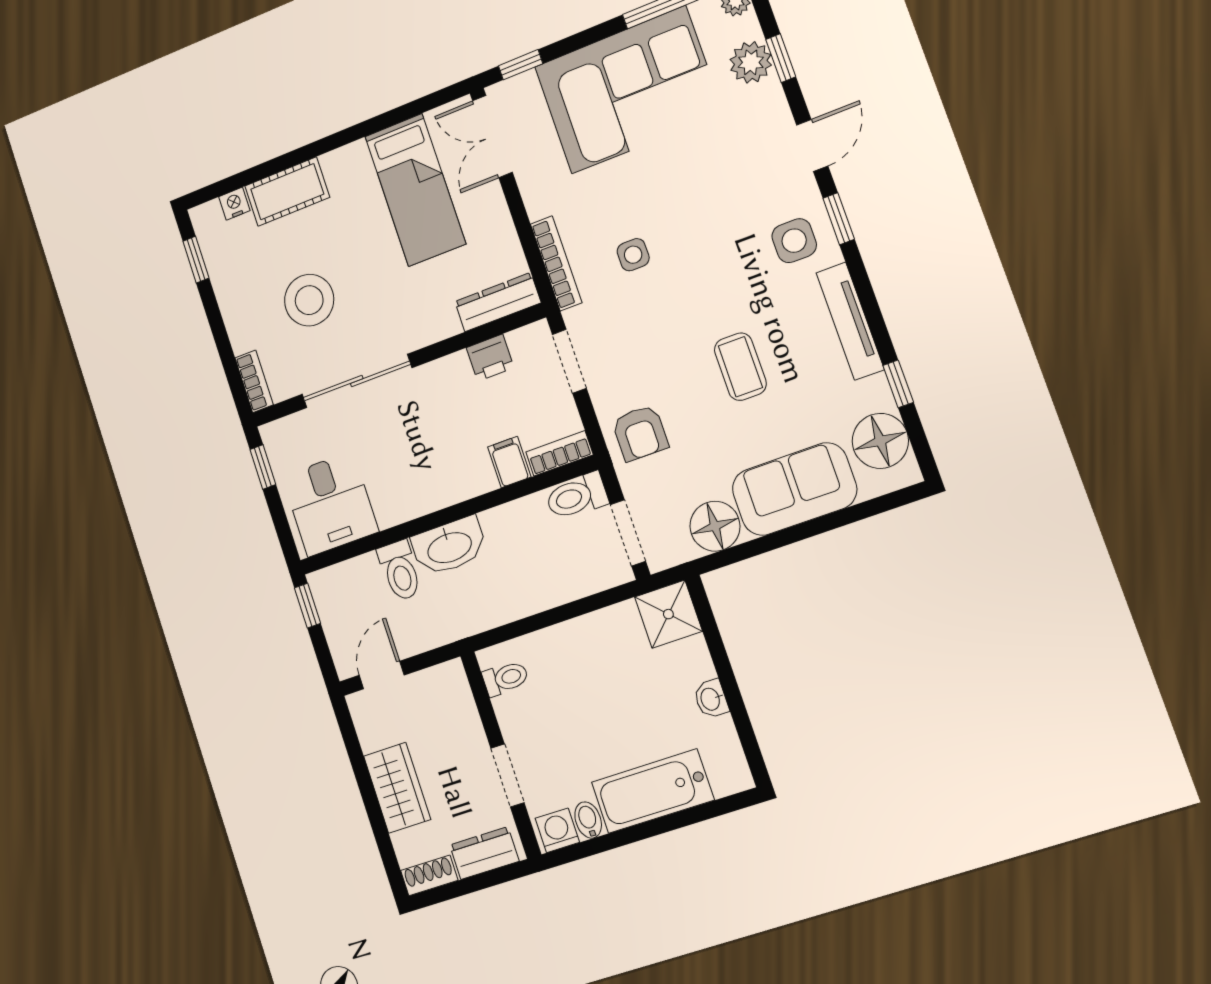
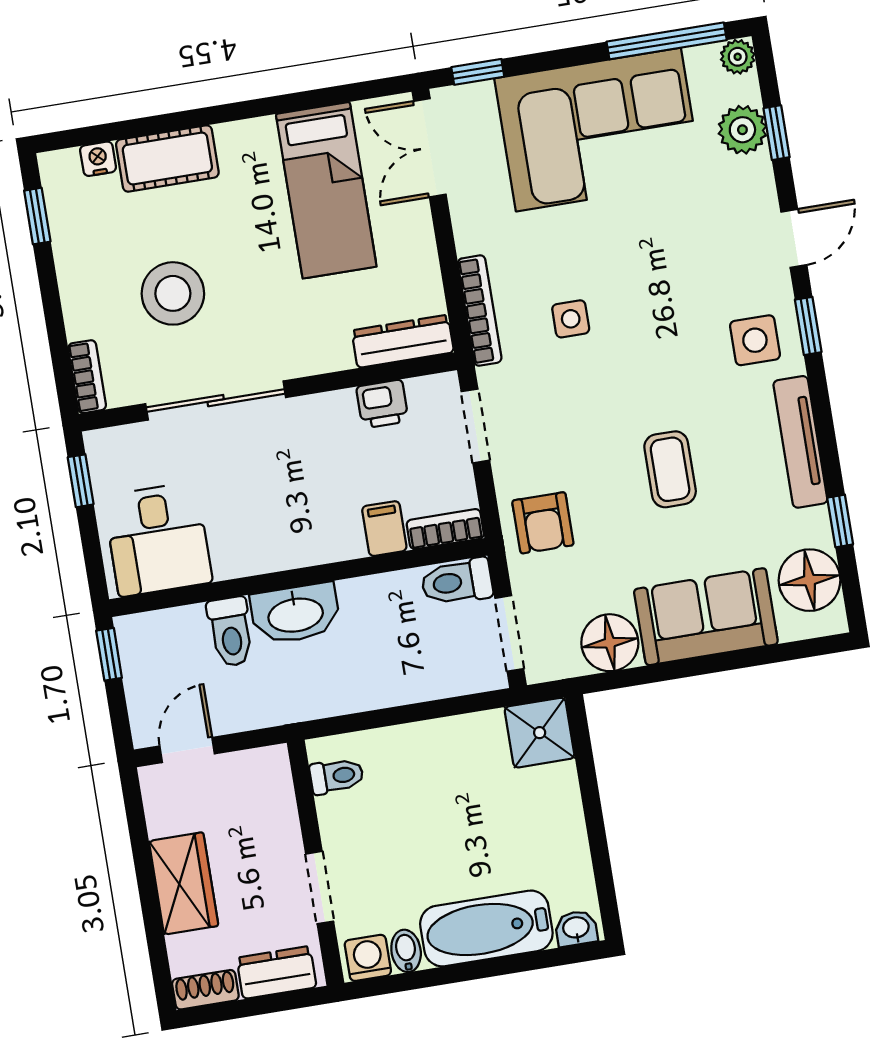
washbasin: (711, 699) -> (576, 928), moved, turned 90

